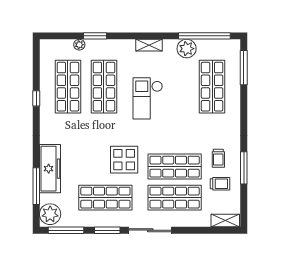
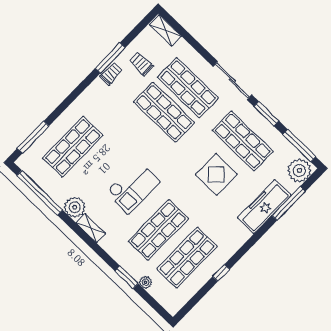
plant: (187, 49) -> (75, 207), moved
trolley: (218, 158) -> (111, 74), moved
display table: (124, 160) -> (216, 174), moved

